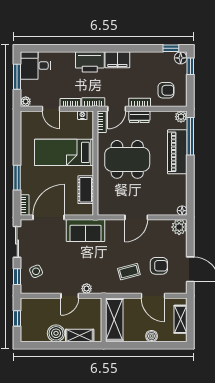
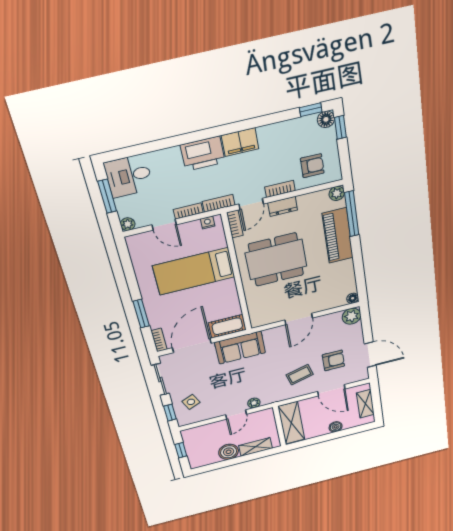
cot: (86, 190) -> (227, 326), moved, turned 90

